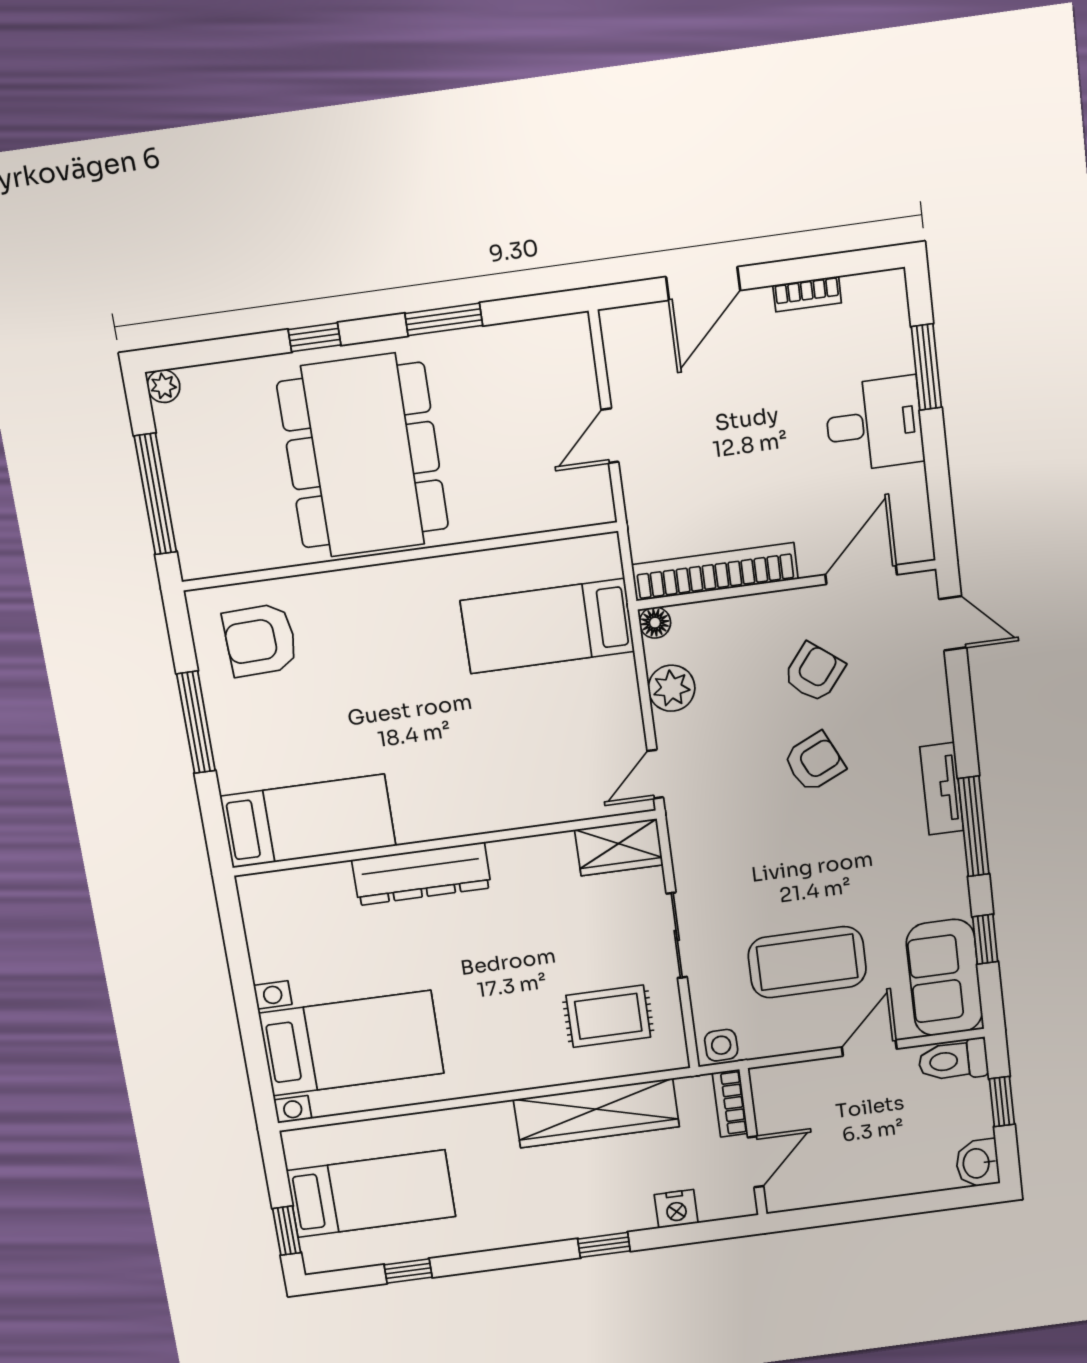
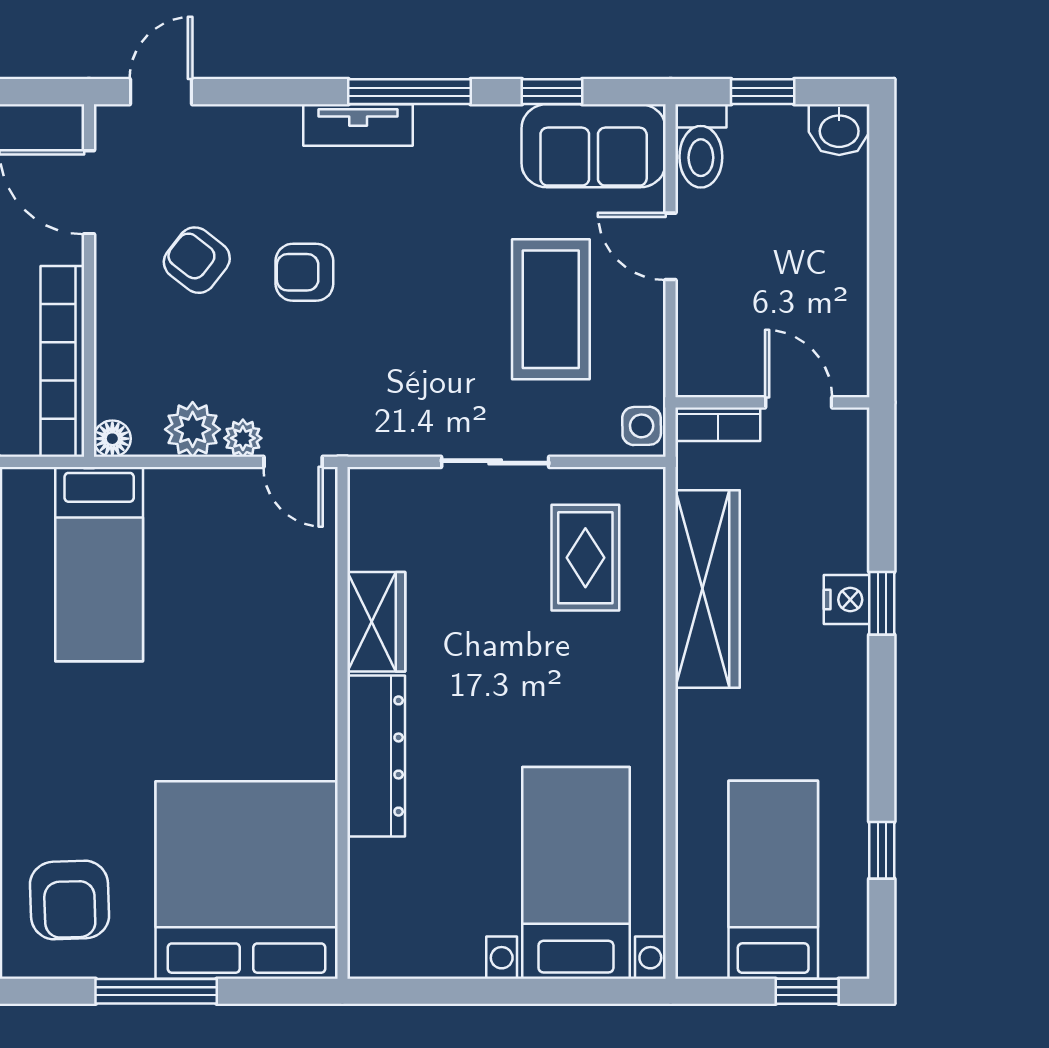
plant: (670, 731) -> (243, 438), added
armchair: (814, 762) -> (304, 272), turned -65
bed: (308, 821) -> (247, 880), width x2.04
wardrobe: (619, 847) -> (376, 622), moved
nightstand: (676, 1209) -> (847, 600), moved

